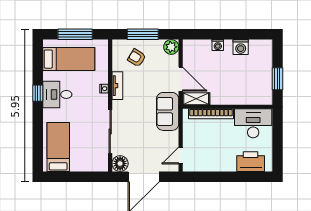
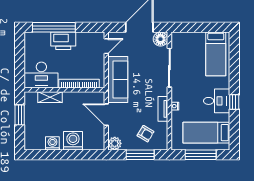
washing machine: (218, 45) -> (73, 141), width x1.89, depth x1.89
shelving: (196, 99) -> (50, 97), moved
sofa: (168, 111) -> (118, 80), width x1.36
printer: (251, 162) -> (63, 41), moved
window: (239, 177) -> (54, 27), added

